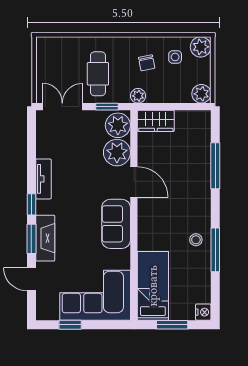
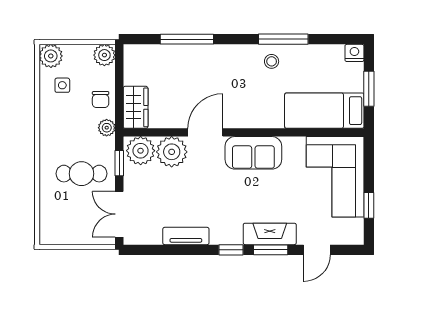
chair: (147, 63) -> (101, 100), moved, turned 101
tv unit: (43, 179) -> (186, 236), moved

